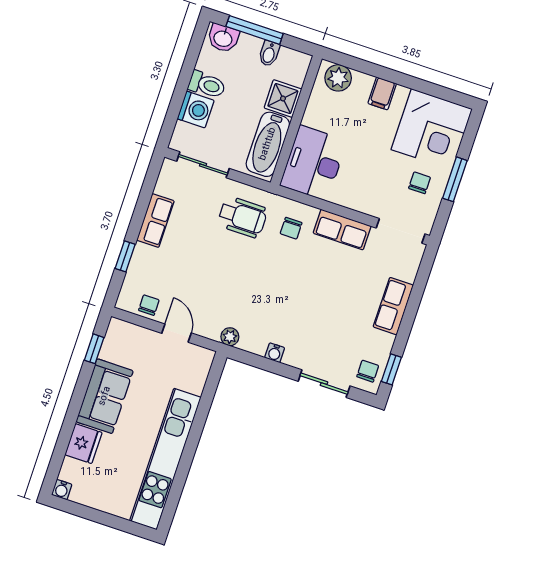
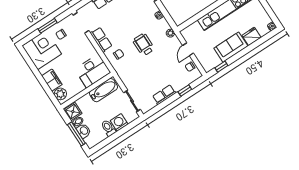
washbasin: (223, 38) -> (84, 131), moved
filing cabinet: (382, 93) -> (52, 80), width x2.00
shower: (283, 98) -> (73, 112), moved
wheelchair: (243, 217) -> (144, 45), moved

